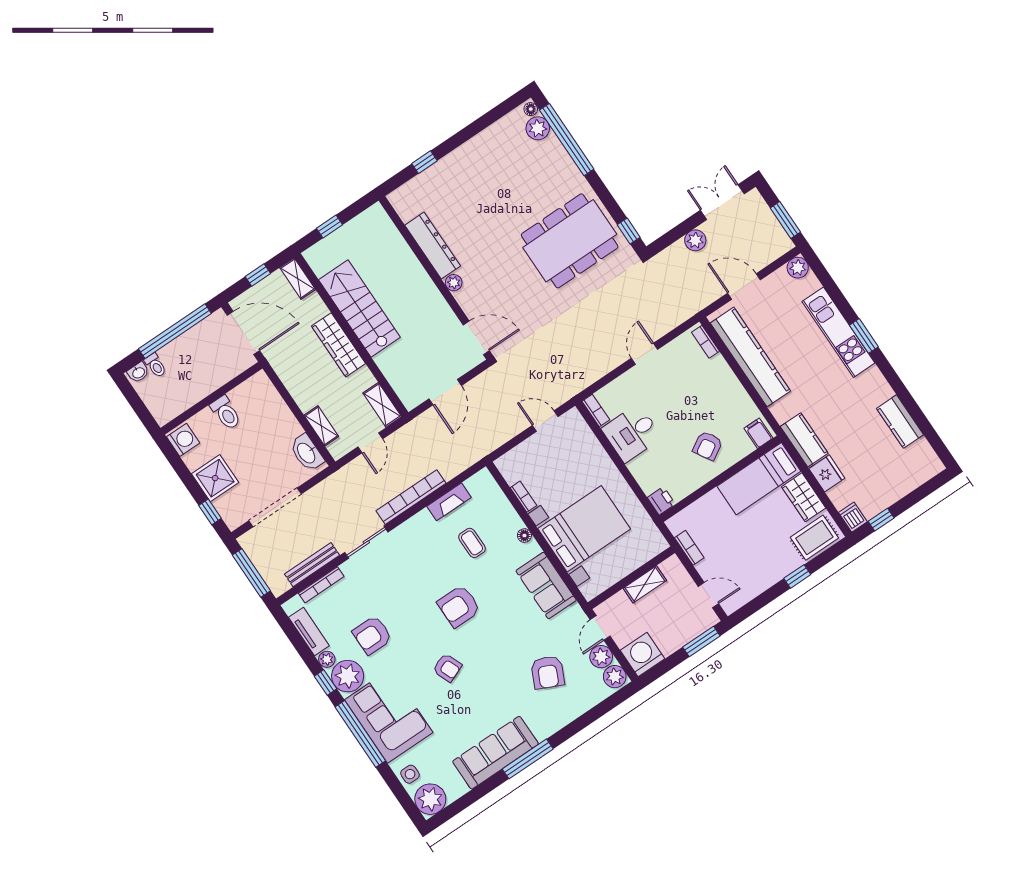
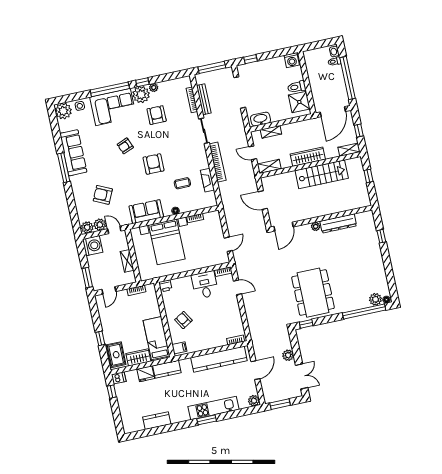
door: (645, 354) -> (238, 287), moved
shower: (215, 478) -> (299, 102), moved
tv unit: (309, 631) -> (171, 84), removed

